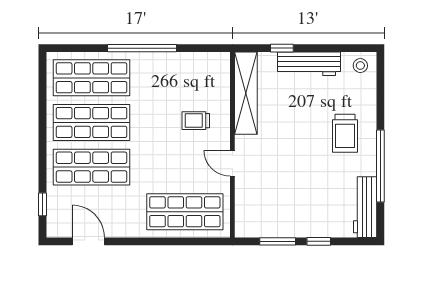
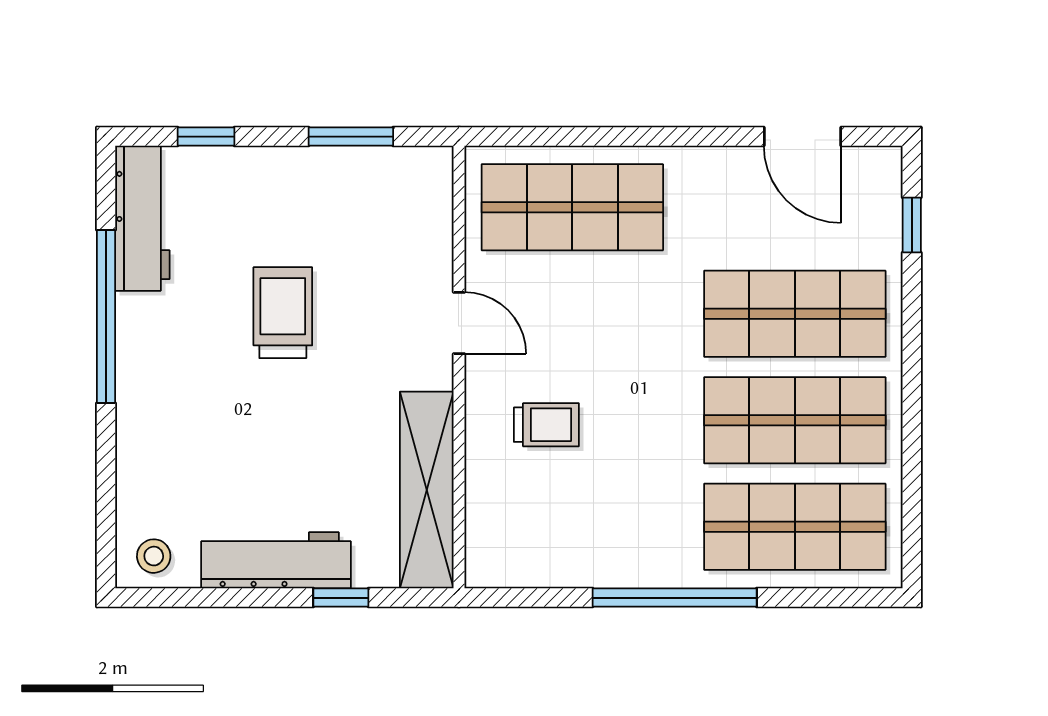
trolley: (345, 133) -> (283, 313), moved
window: (319, 241) -> (206, 137), moved

